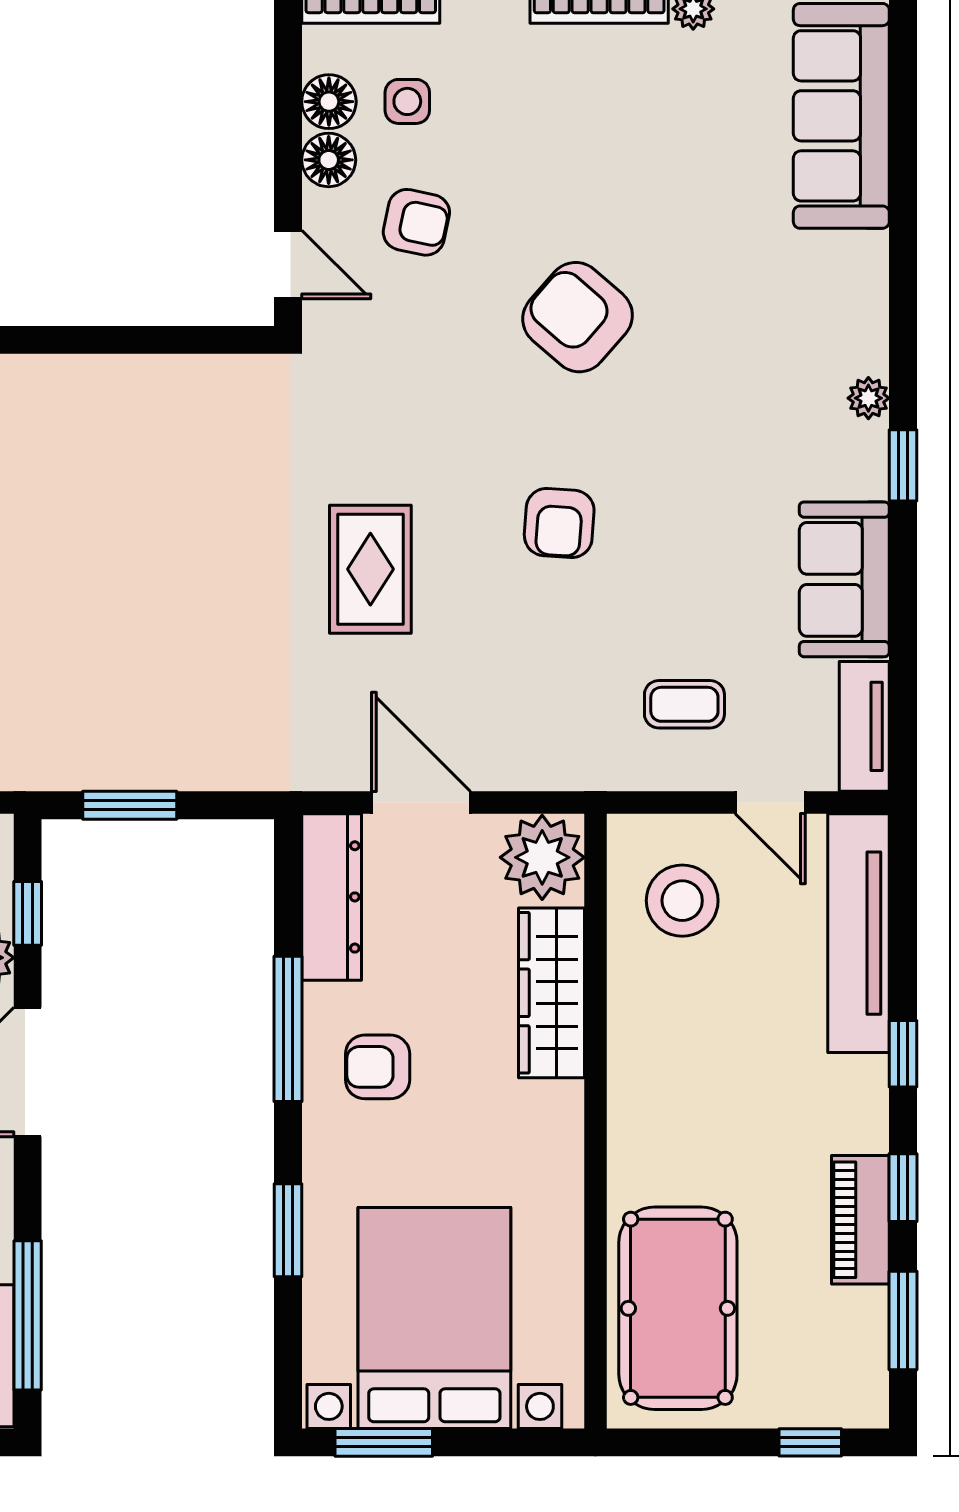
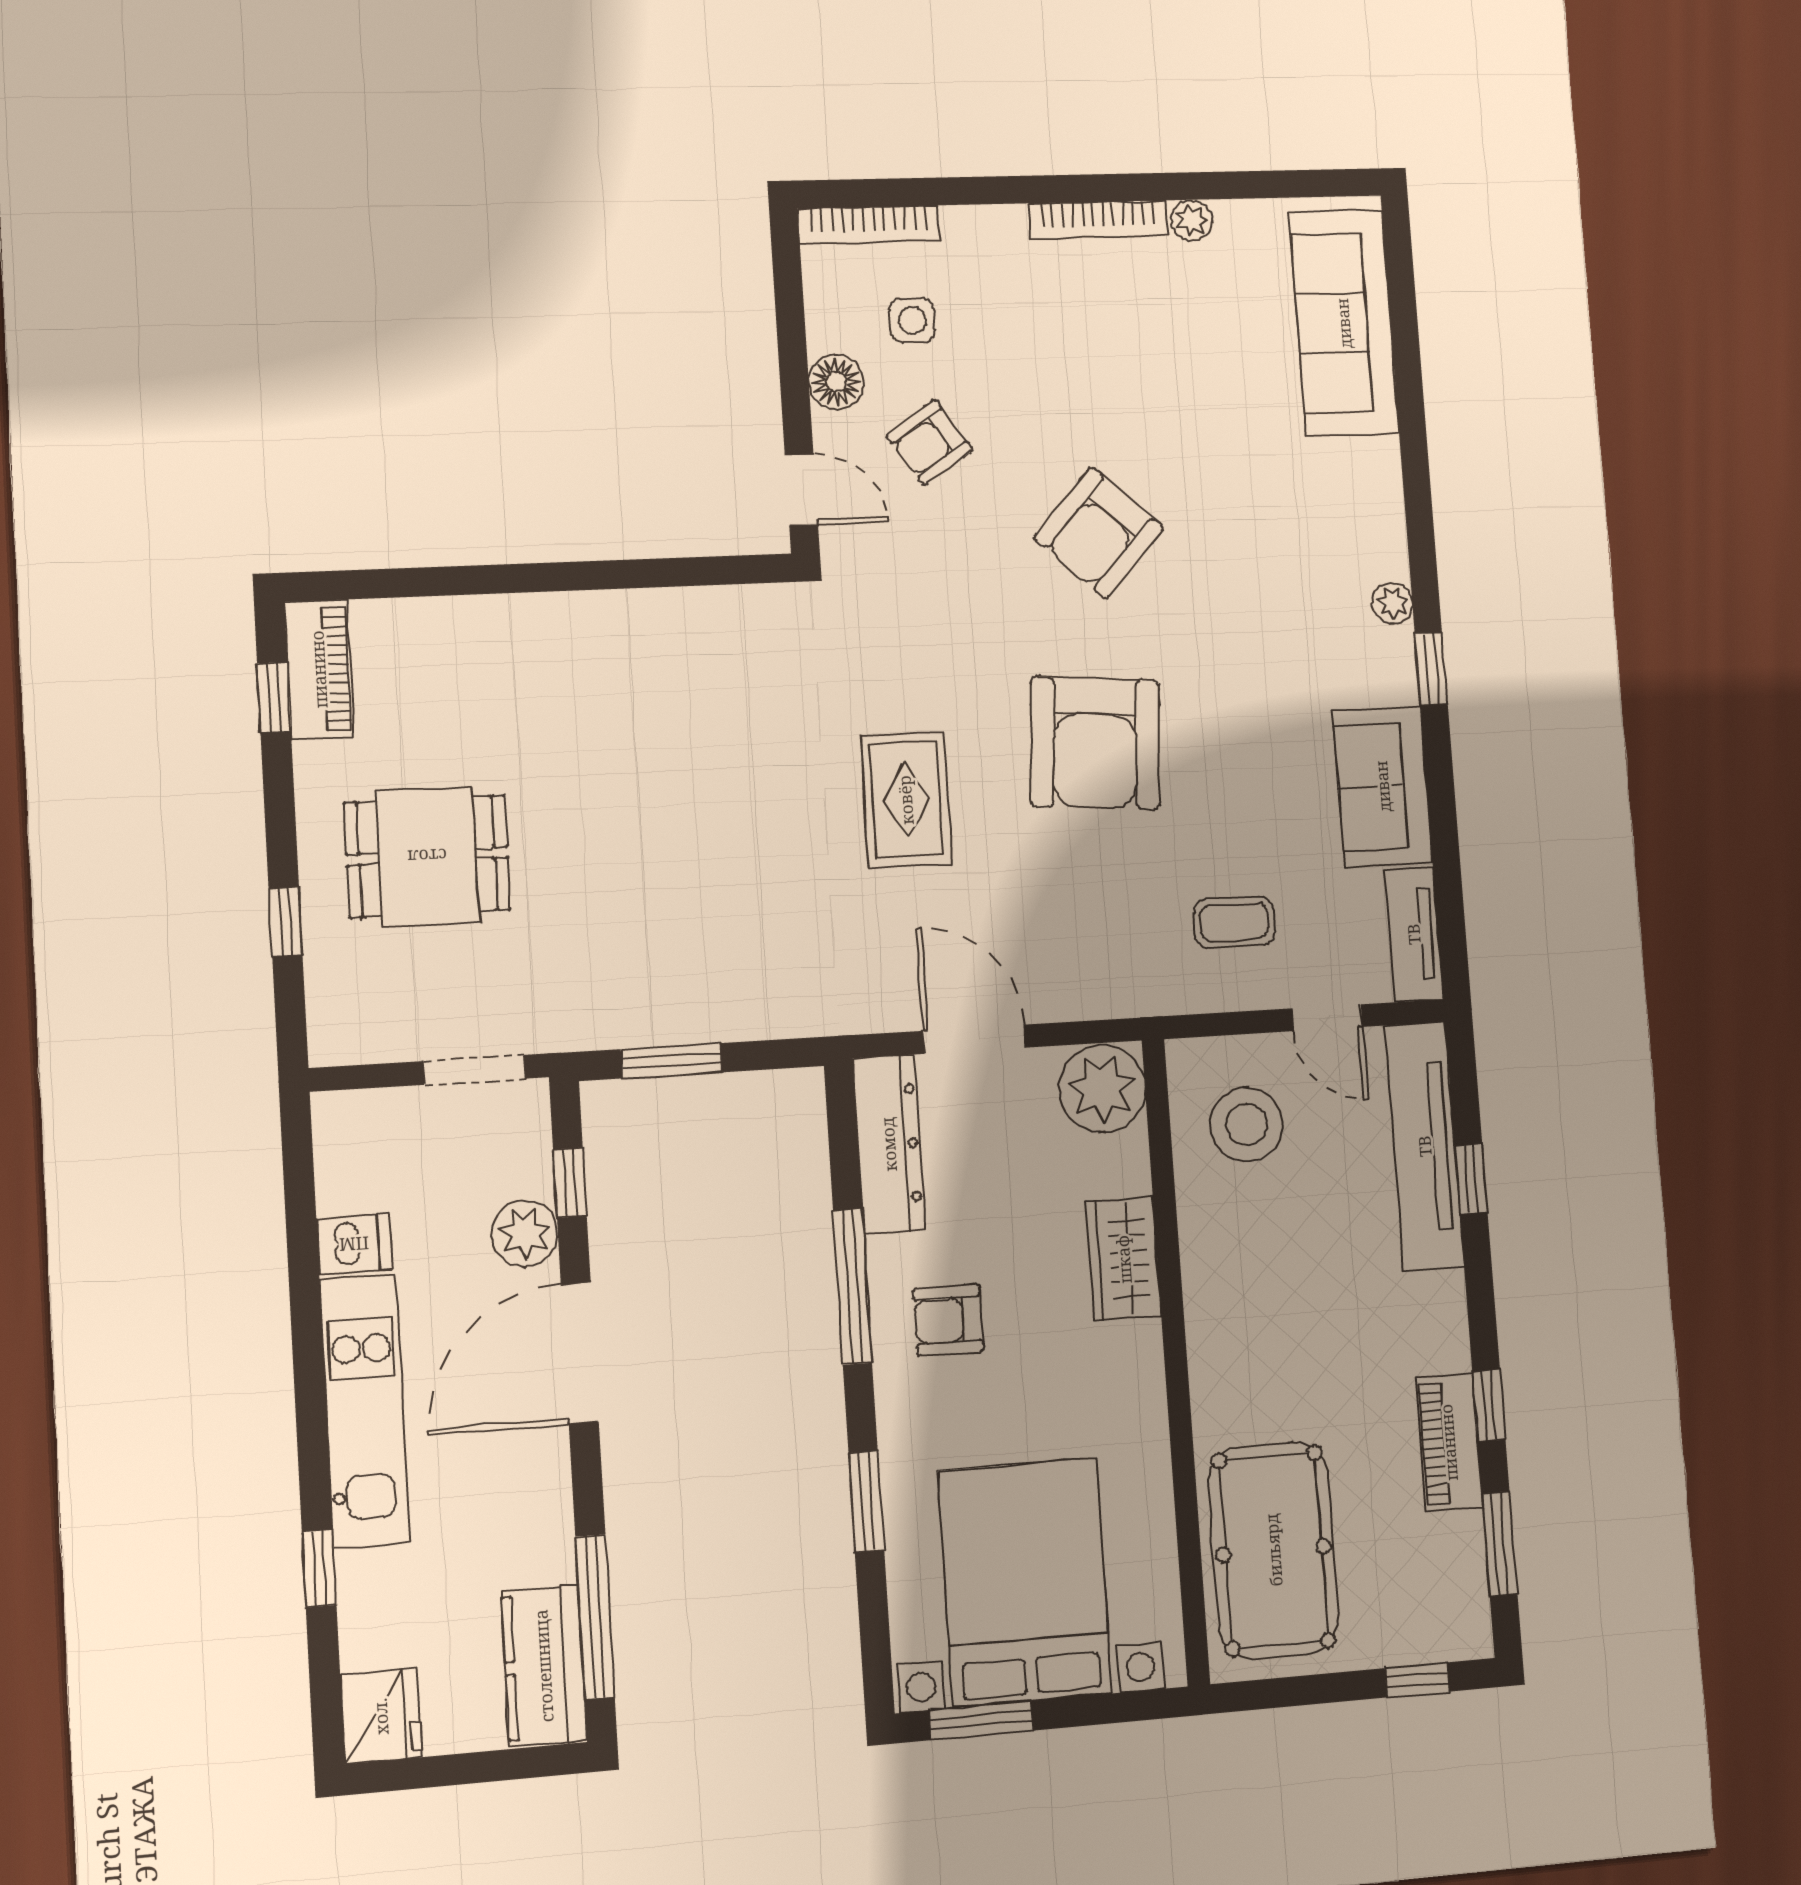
floor lamp: (329, 102) -> (833, 323), removed
armchair: (416, 222) -> (930, 442), turned 134
armchair: (578, 317) -> (1099, 533), turned -88
armchair: (559, 523) -> (1095, 743), width x1.88, depth x1.88
wardrobe: (552, 993) -> (1124, 1259), width x0.67
window: (903, 1054) -> (1471, 1179), moved

